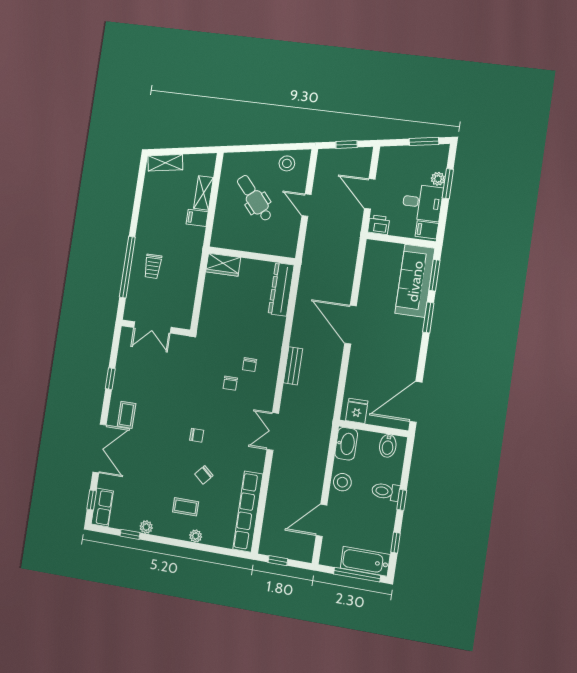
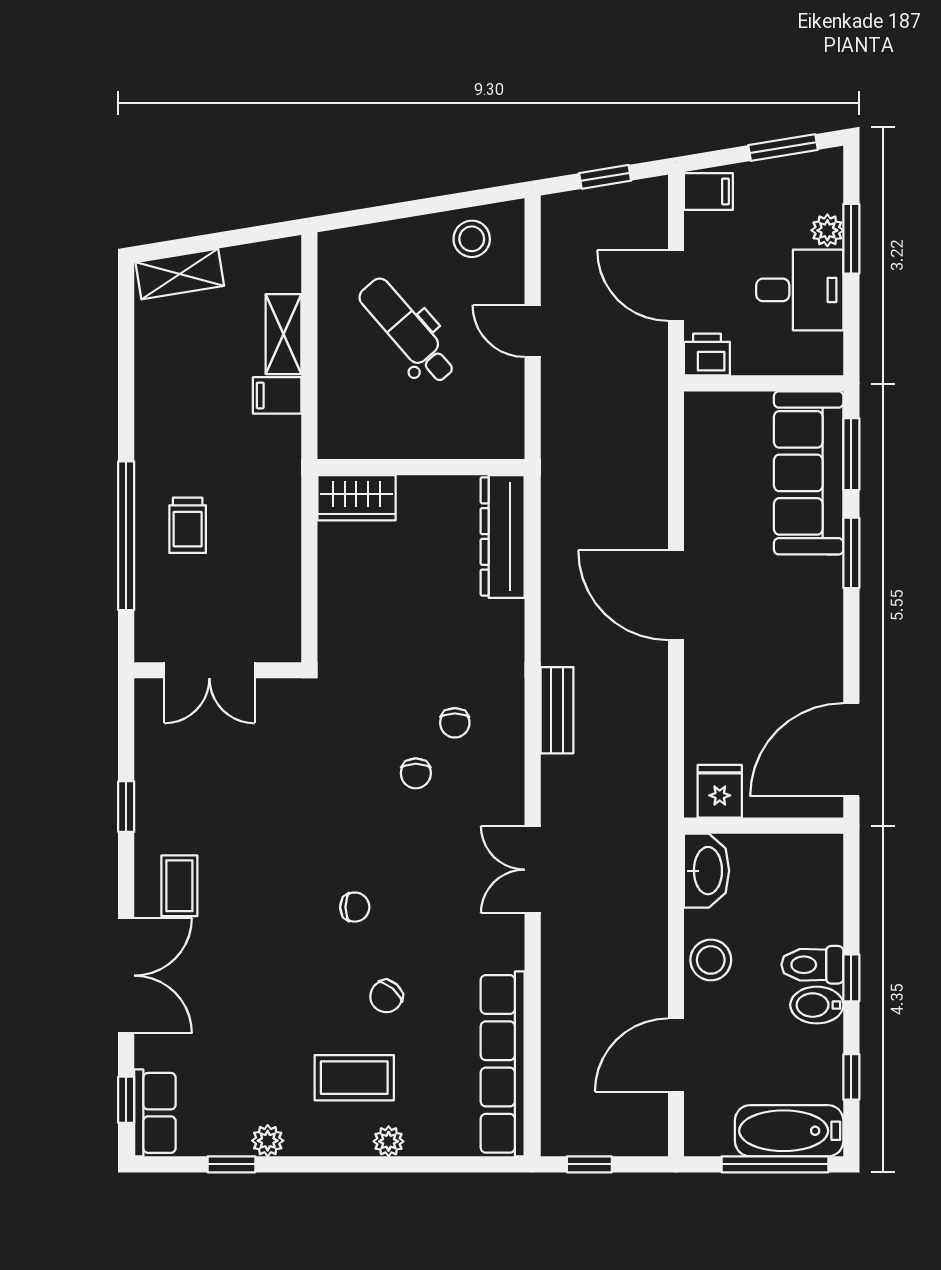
filing cabinet: (427, 230) -> (708, 191), moved, turned 180
bidet: (388, 446) -> (817, 1005), moved, turned 90
coffee table: (186, 507) -> (354, 1078), width x1.36, depth x1.30

